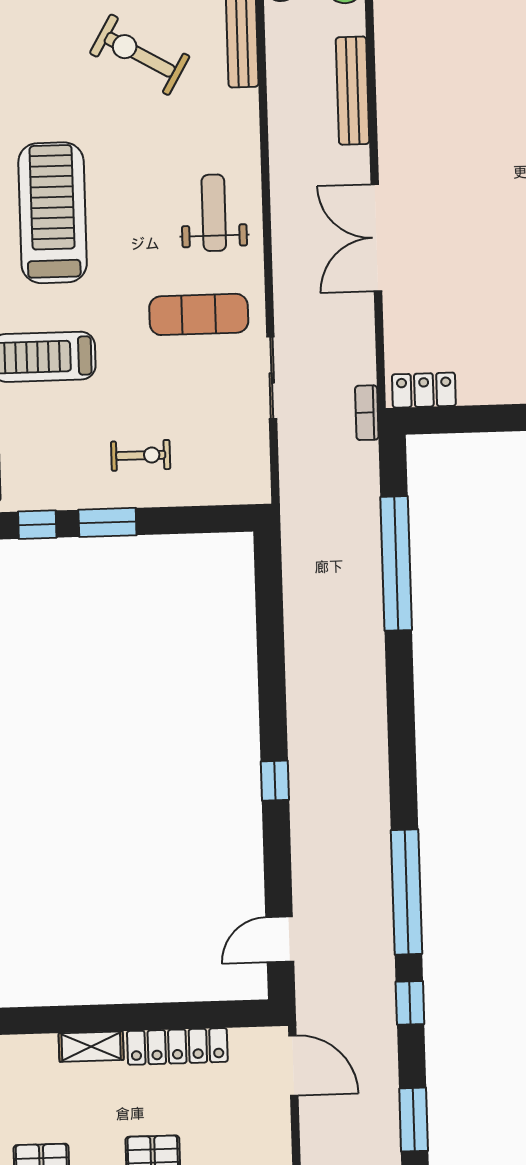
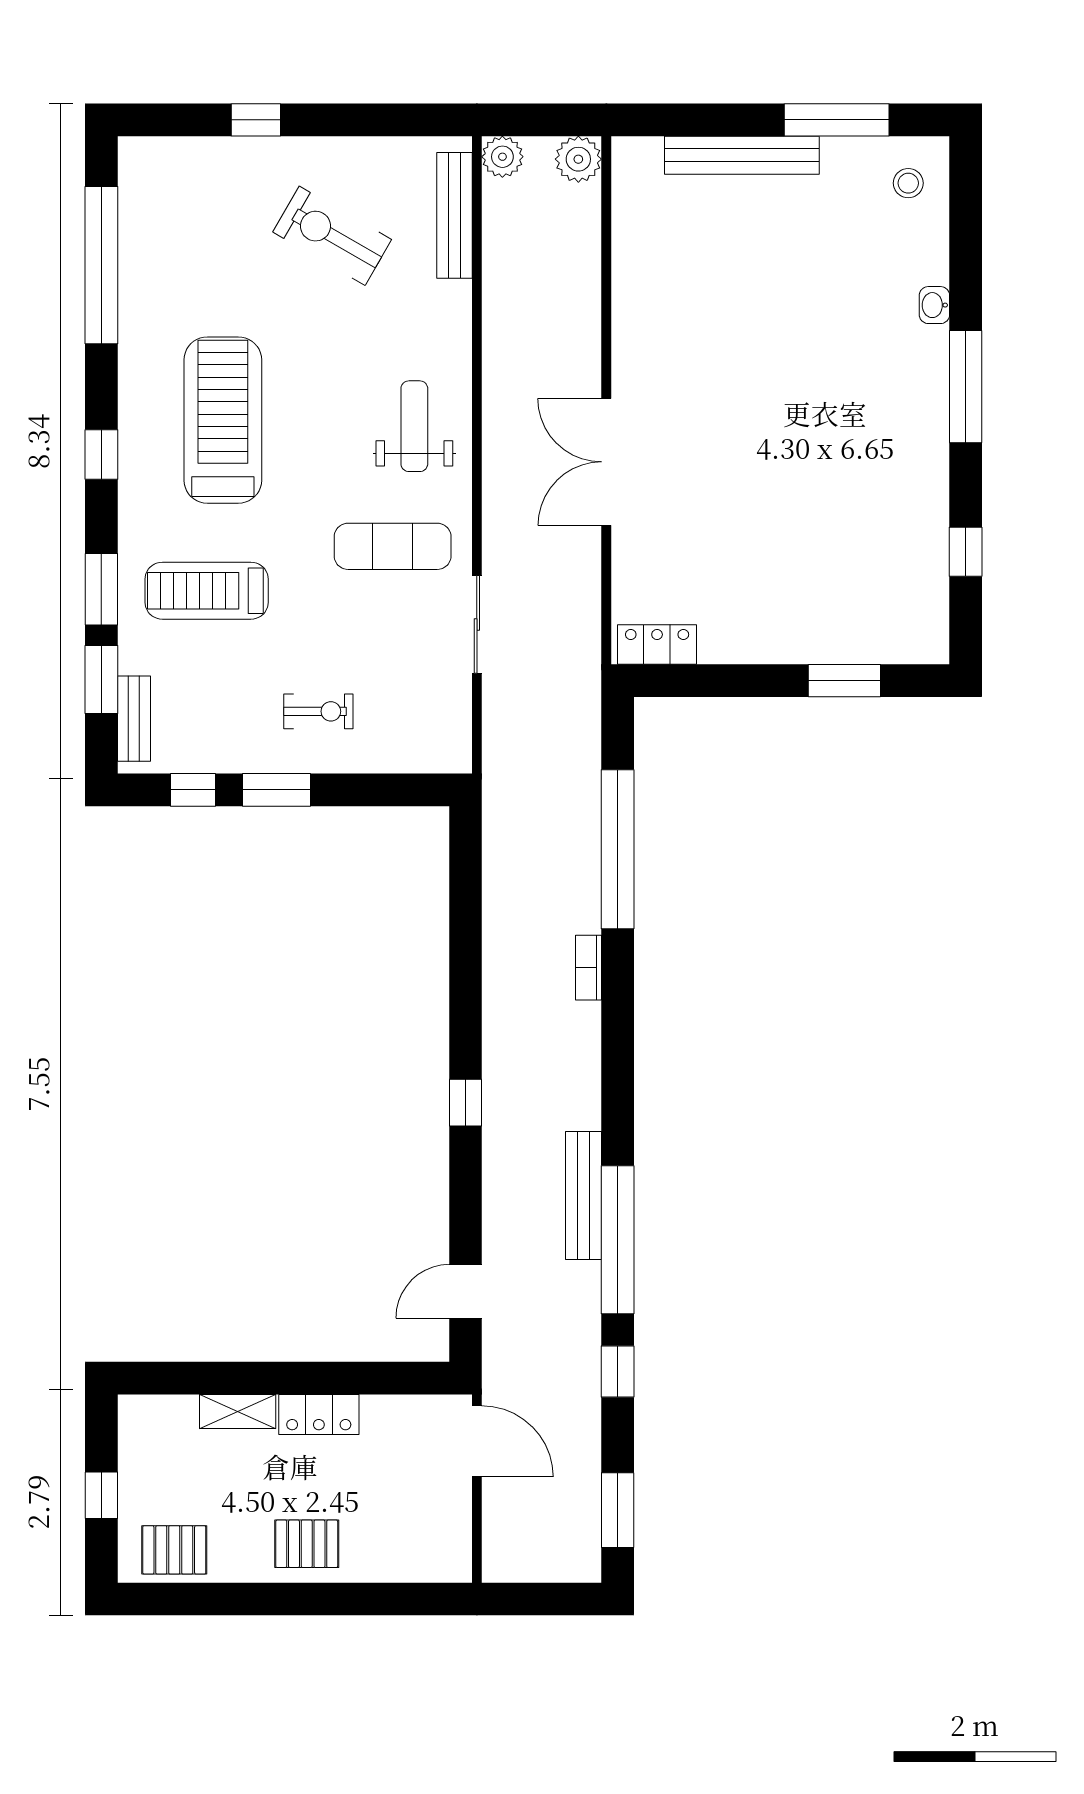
bench: (353, 91) -> (584, 1196), moved
bookcase: (367, 413) -> (589, 968), moved
locker: (177, 1046) -> (319, 1415), width x0.66

